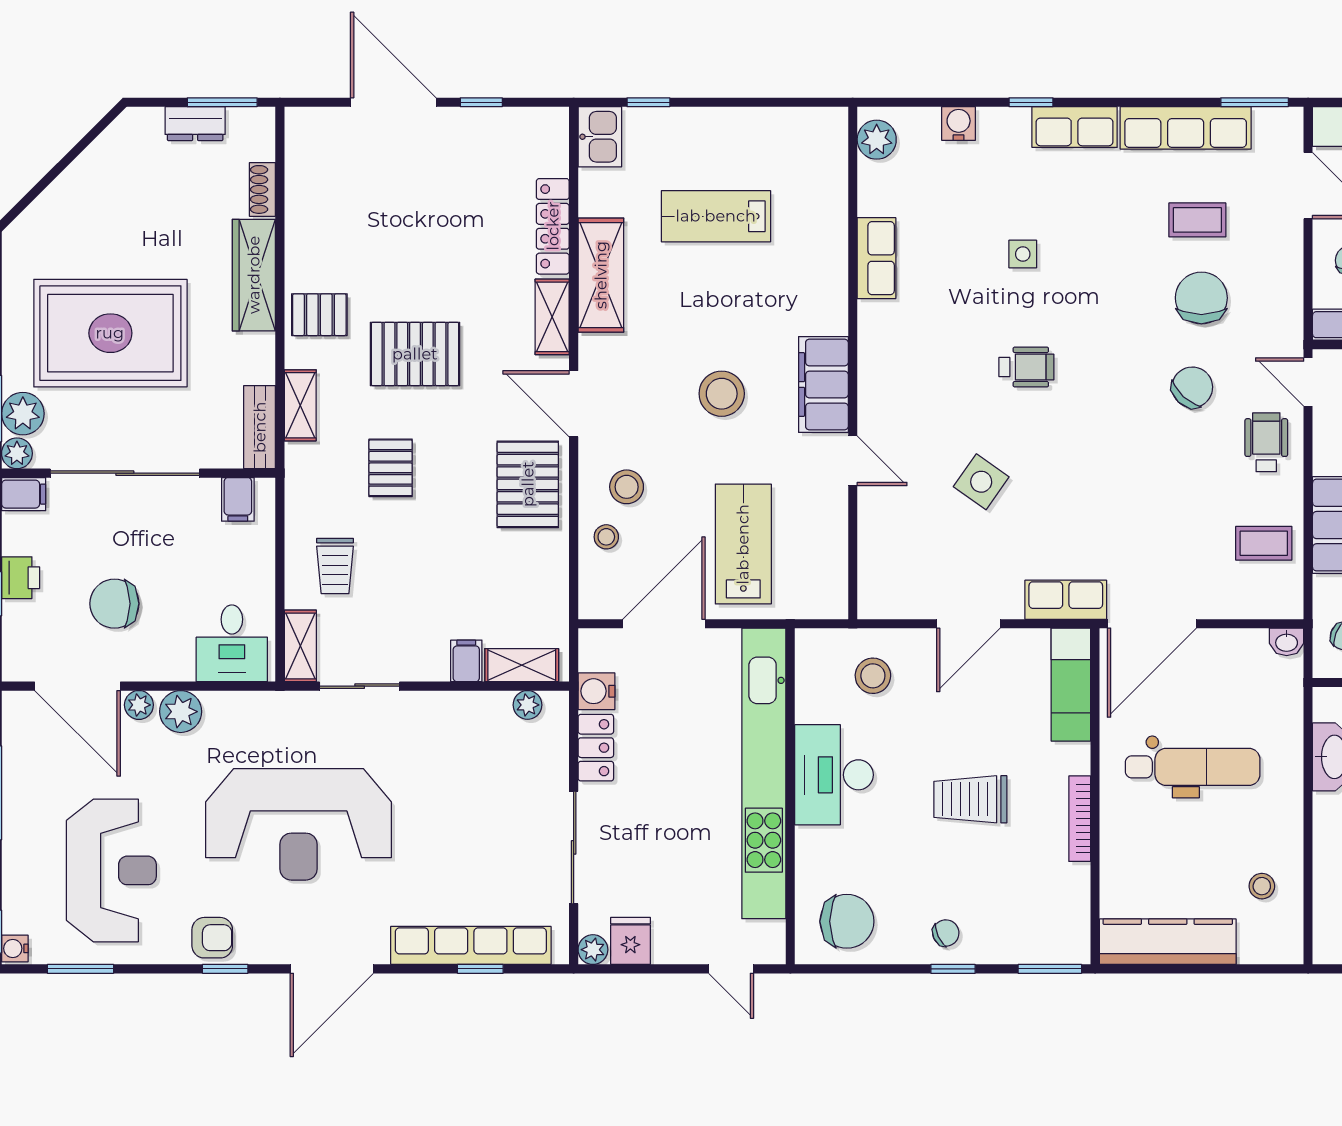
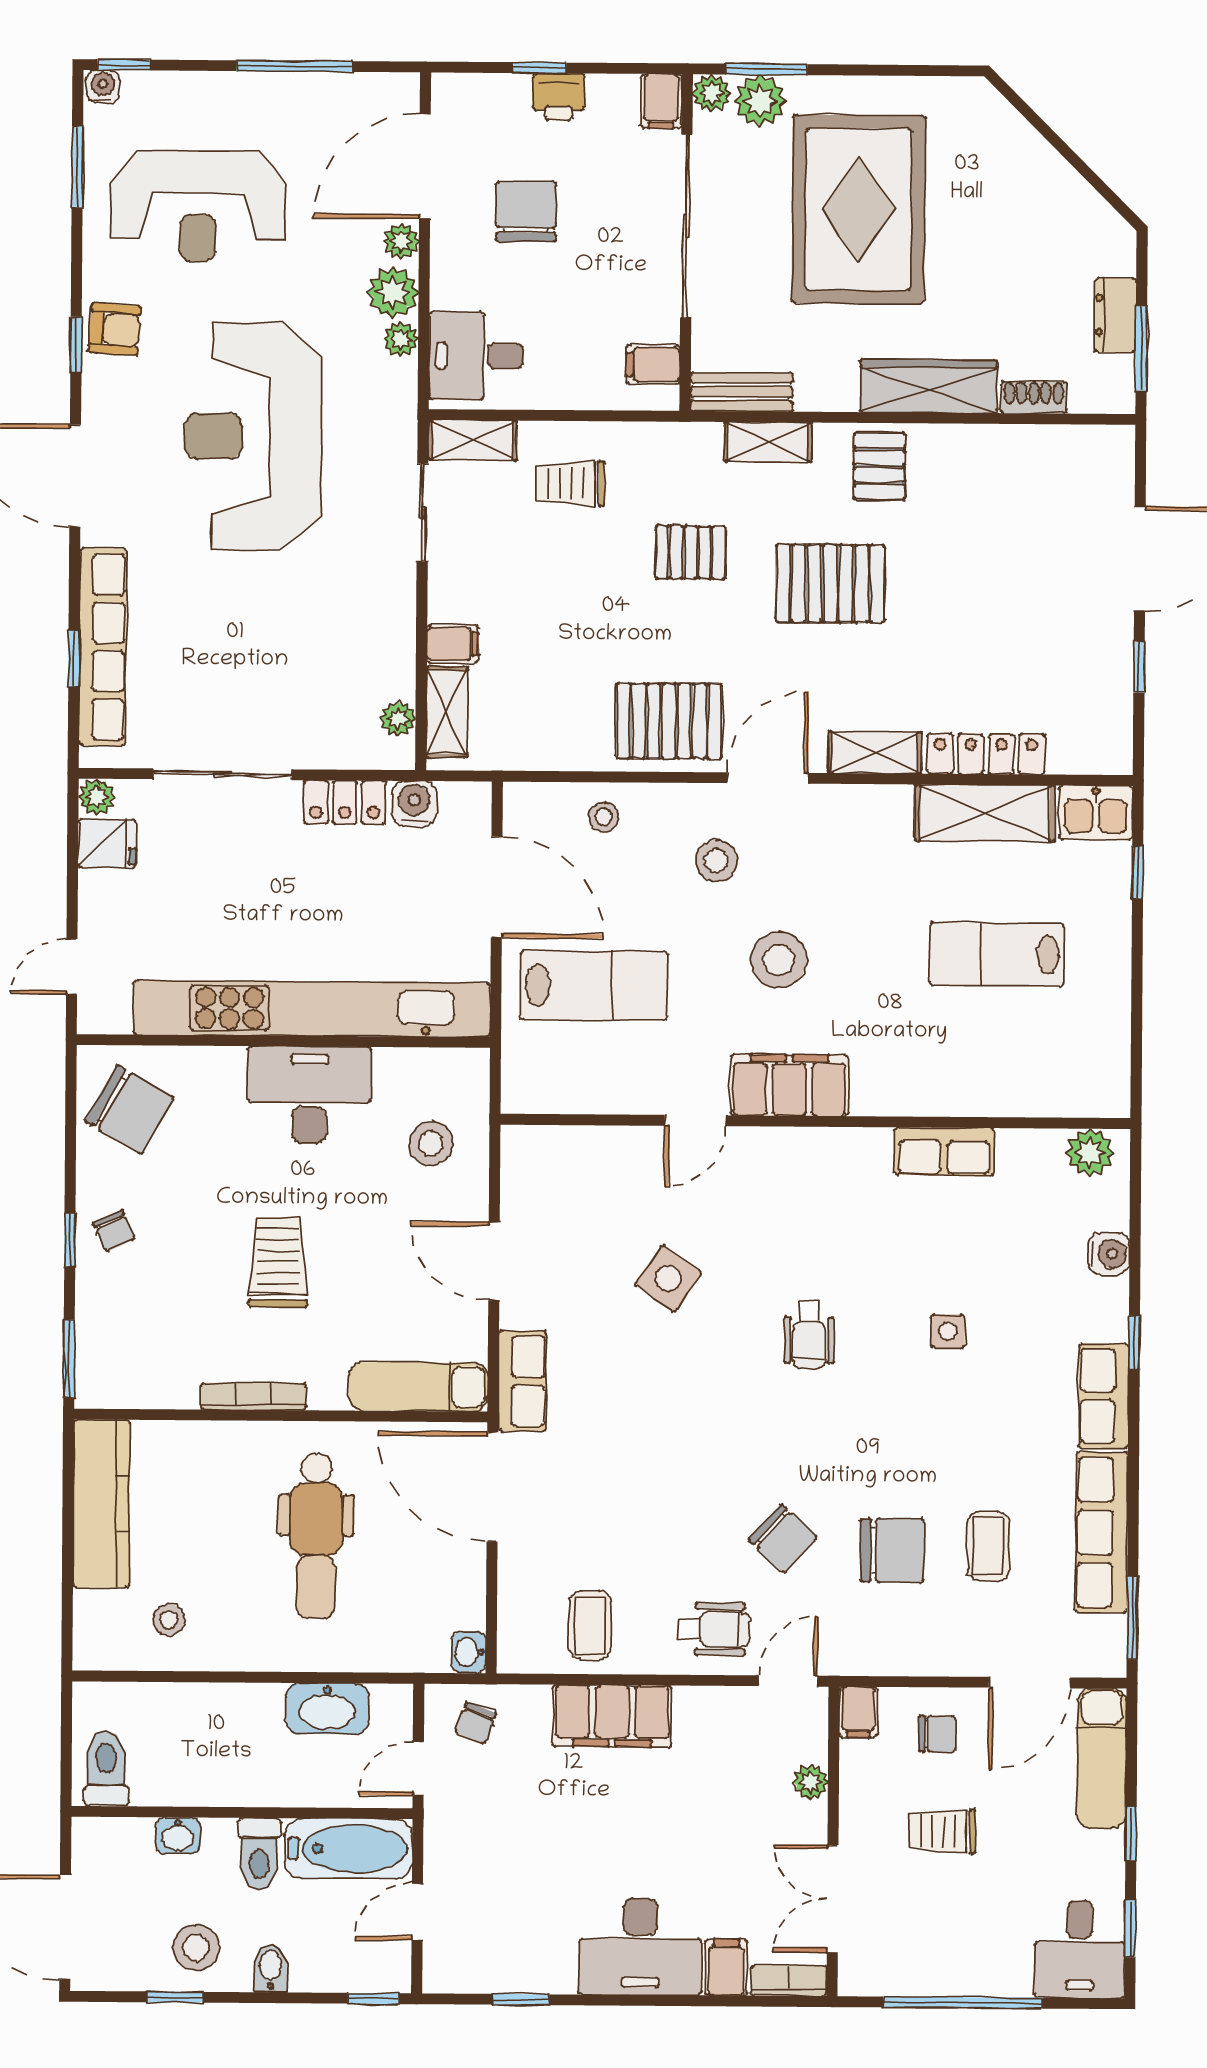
lab bench: (716, 216) -> (997, 954), turned -90
shelving: (601, 275) -> (985, 813), moved
pallet: (415, 354) -> (830, 583), turned 90
stool: (627, 487) -> (716, 861), moved
plant: (219, 705) -> (401, 339), added
chair: (847, 921) -> (129, 1109), turned -60
armchair: (212, 938) -> (115, 329), turned -86

